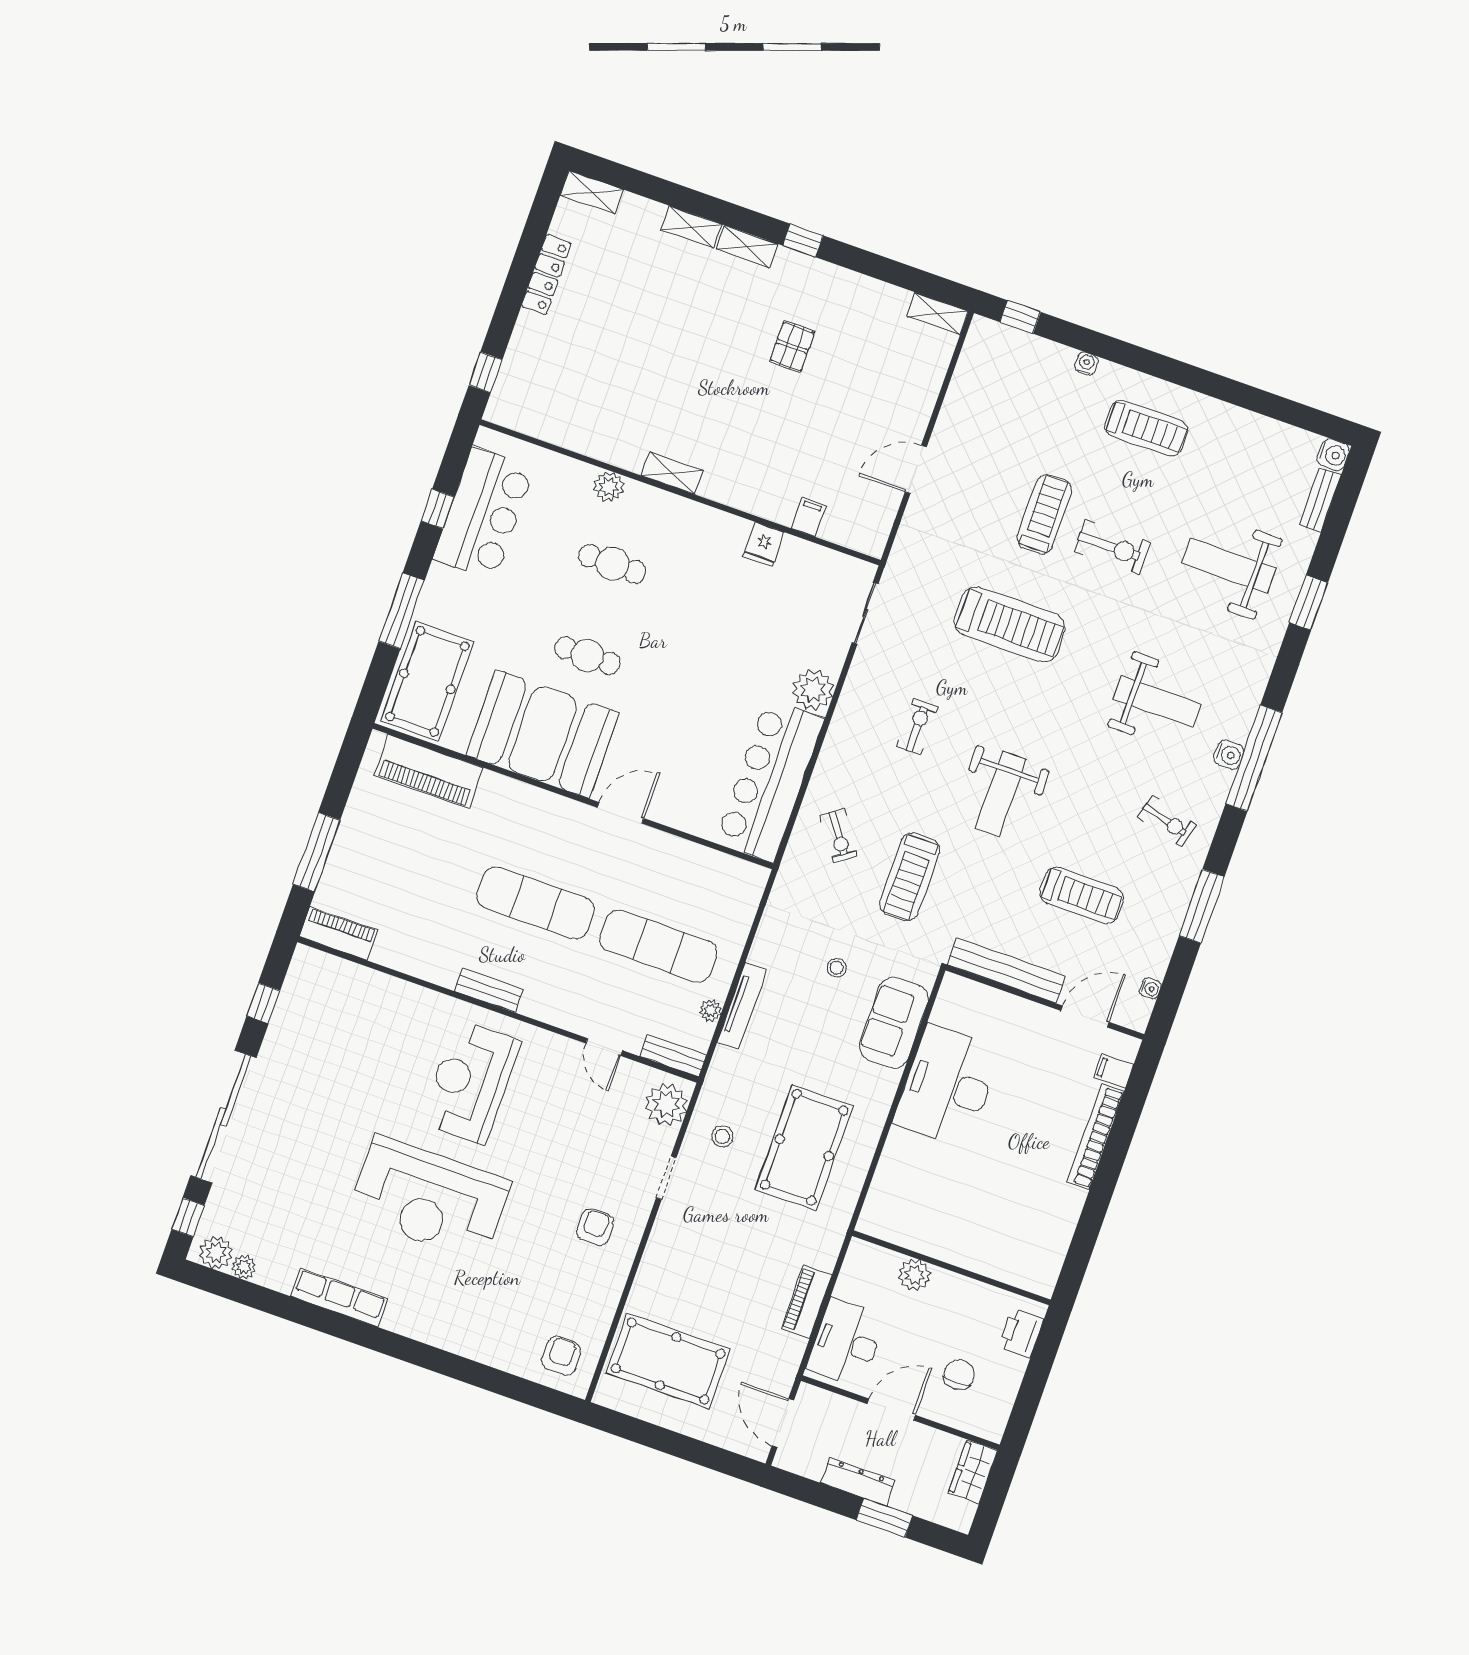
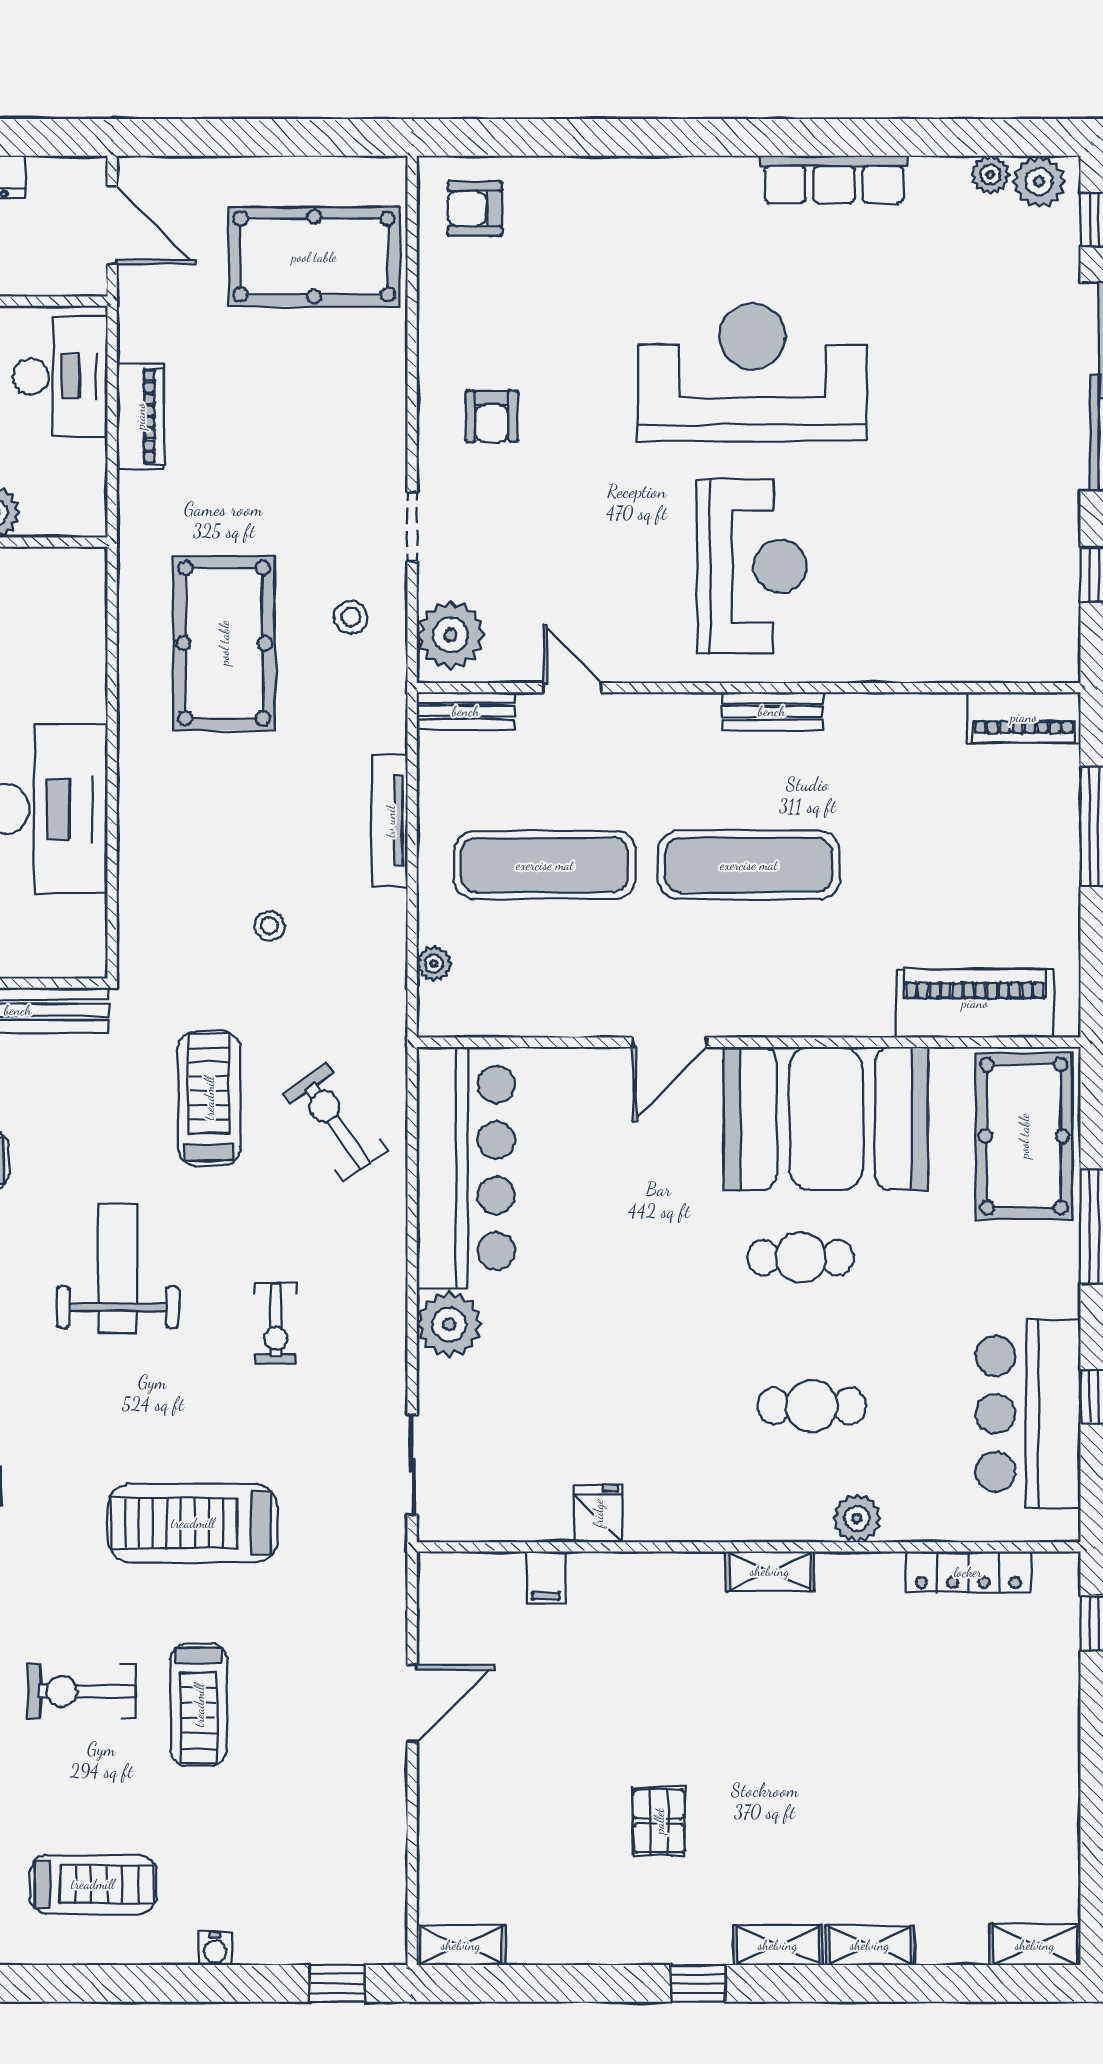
locker: (546, 275) -> (968, 1572), moved, turned -90
treadmill: (1146, 428) -> (93, 1884), turned 180
exercise bike: (839, 836) -> (335, 1122), width x1.38, depth x1.39
plant: (710, 1011) -> (434, 963), moved
sofa: (894, 1023) -> (156, 874), removed
armchair: (561, 1356) -> (475, 209), turned 90

